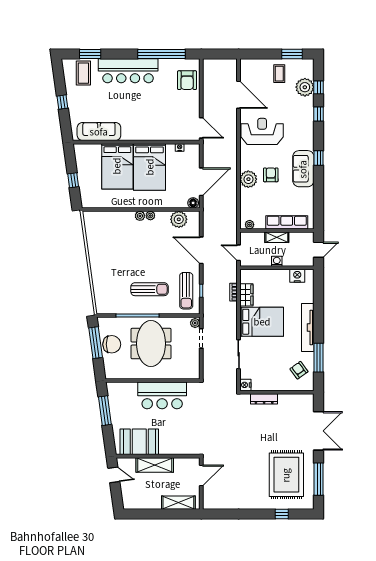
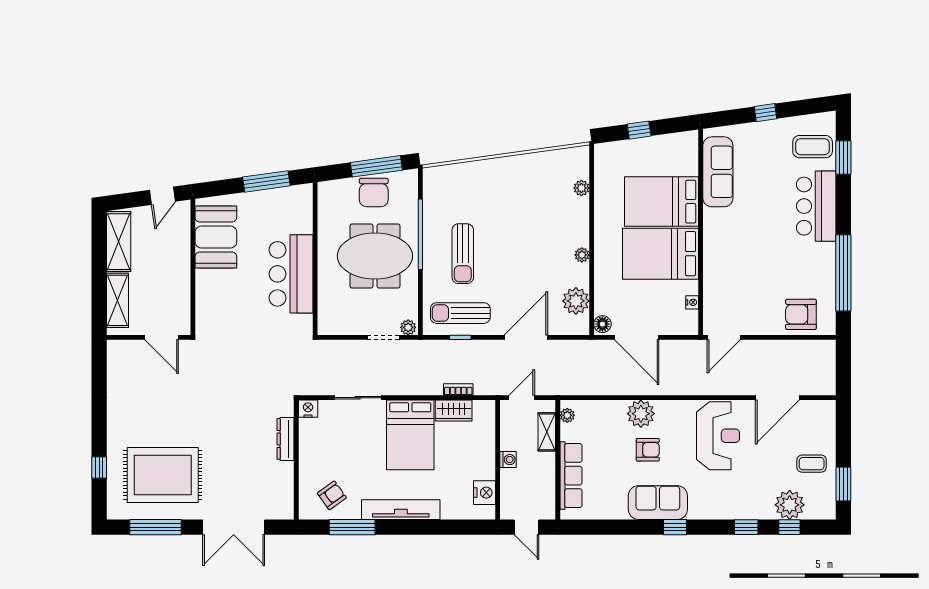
bar counter: (128, 71) -> (816, 206), width x0.73
plant: (140, 216) -> (581, 188), moved
shelving: (277, 237) -> (547, 432), moved
shelving: (155, 465) -> (119, 242), moved

